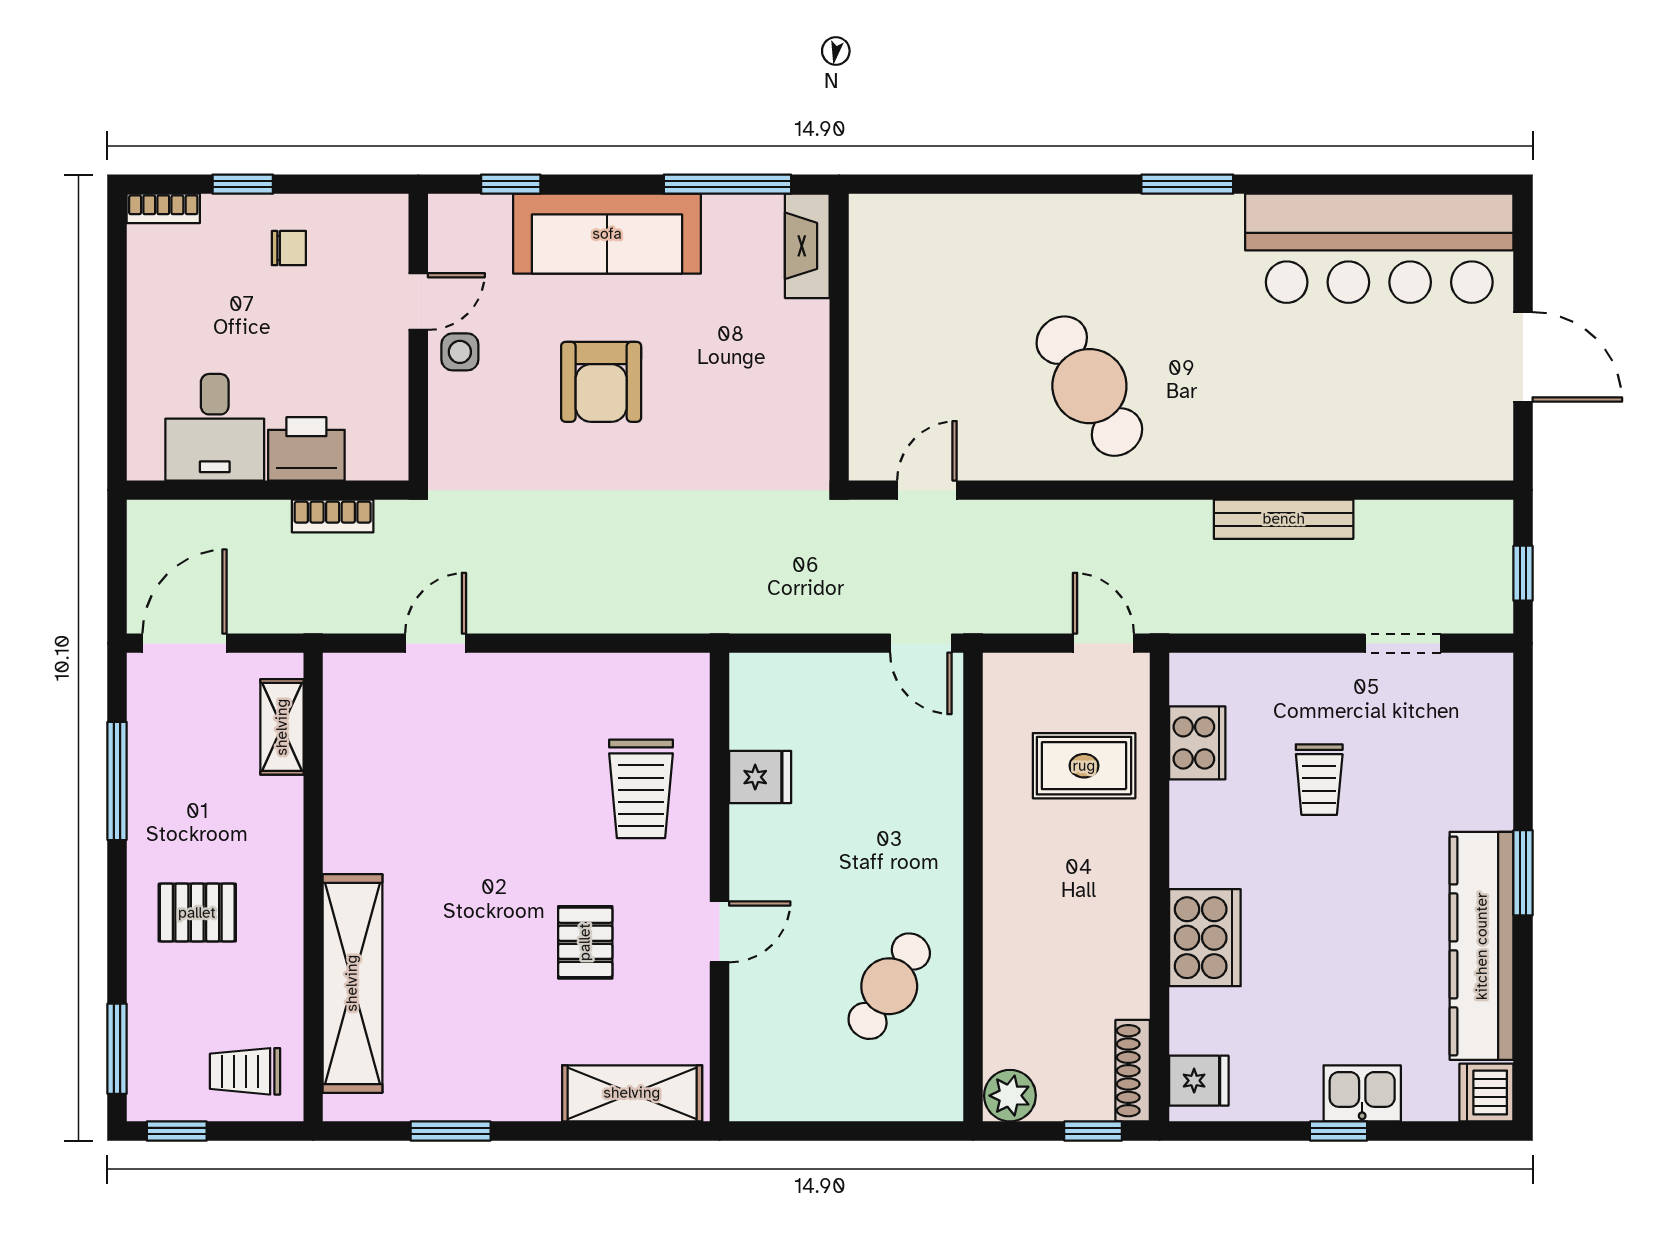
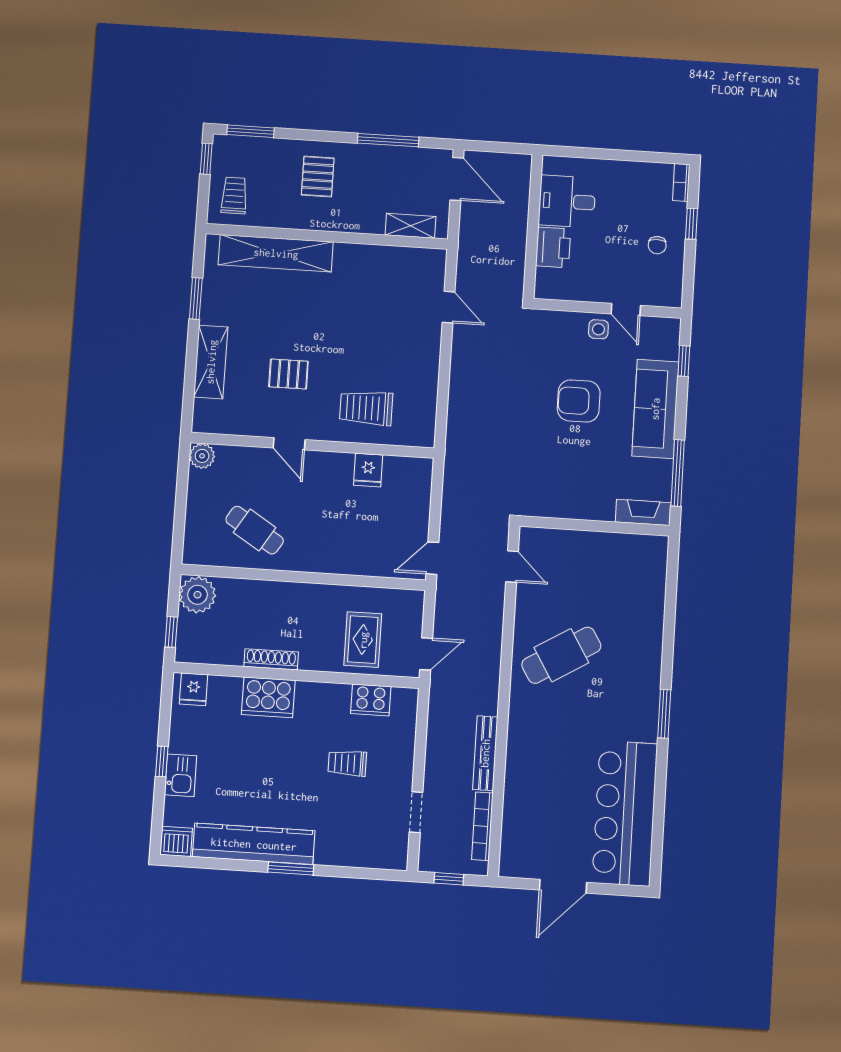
bookcase: (333, 516) -> (482, 826), moved, width x1.56
shoe rack: (1133, 1071) -> (271, 659), moved
shelving: (632, 1093) -> (211, 362), moved
plant: (1010, 1096) -> (197, 595), width x1.36, depth x1.36
plant: (754, 1097) -> (202, 456), added

